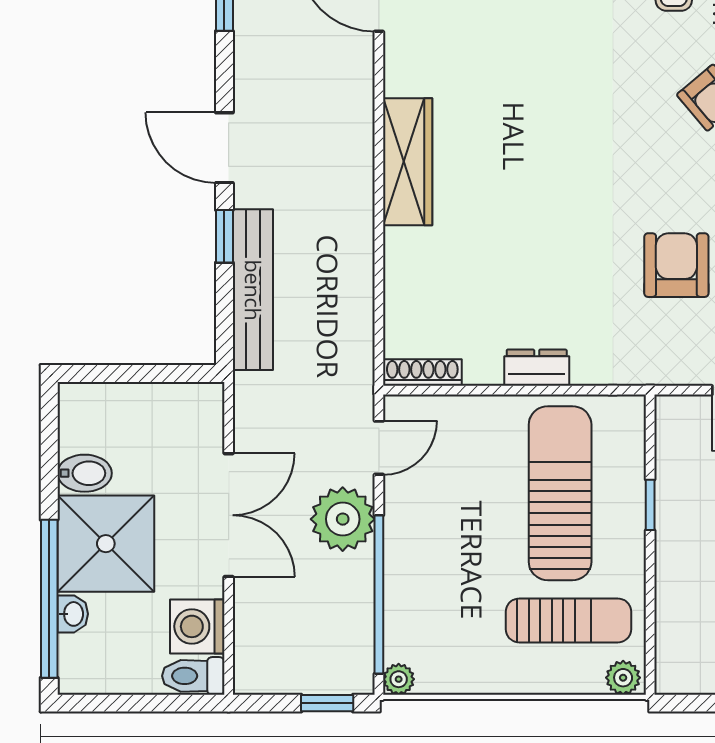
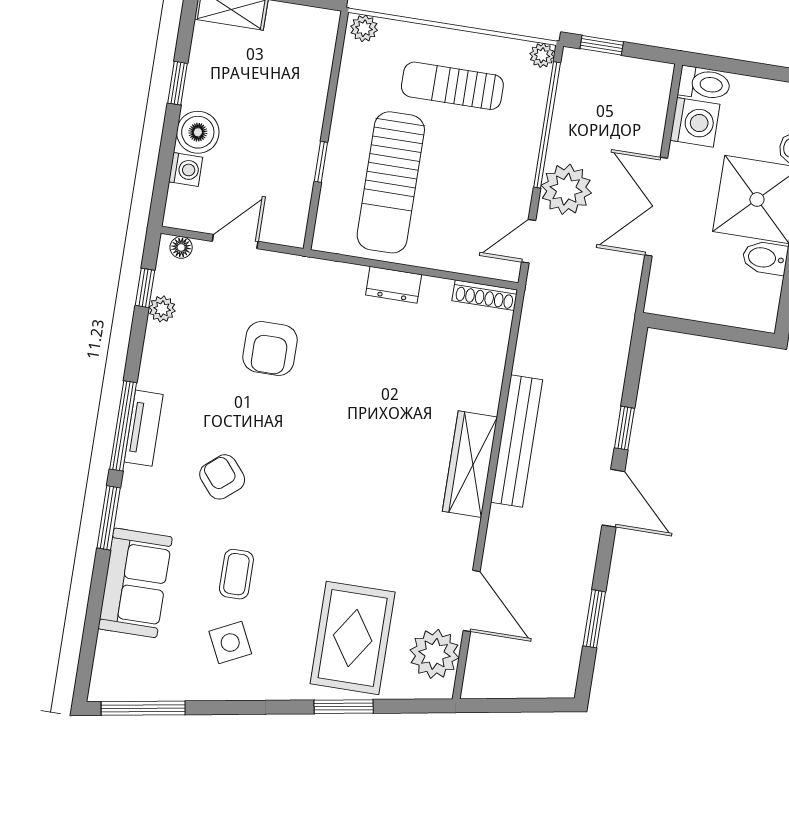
bench: (253, 290) -> (517, 441), moved
sun lounger: (568, 620) -> (452, 86), moved

